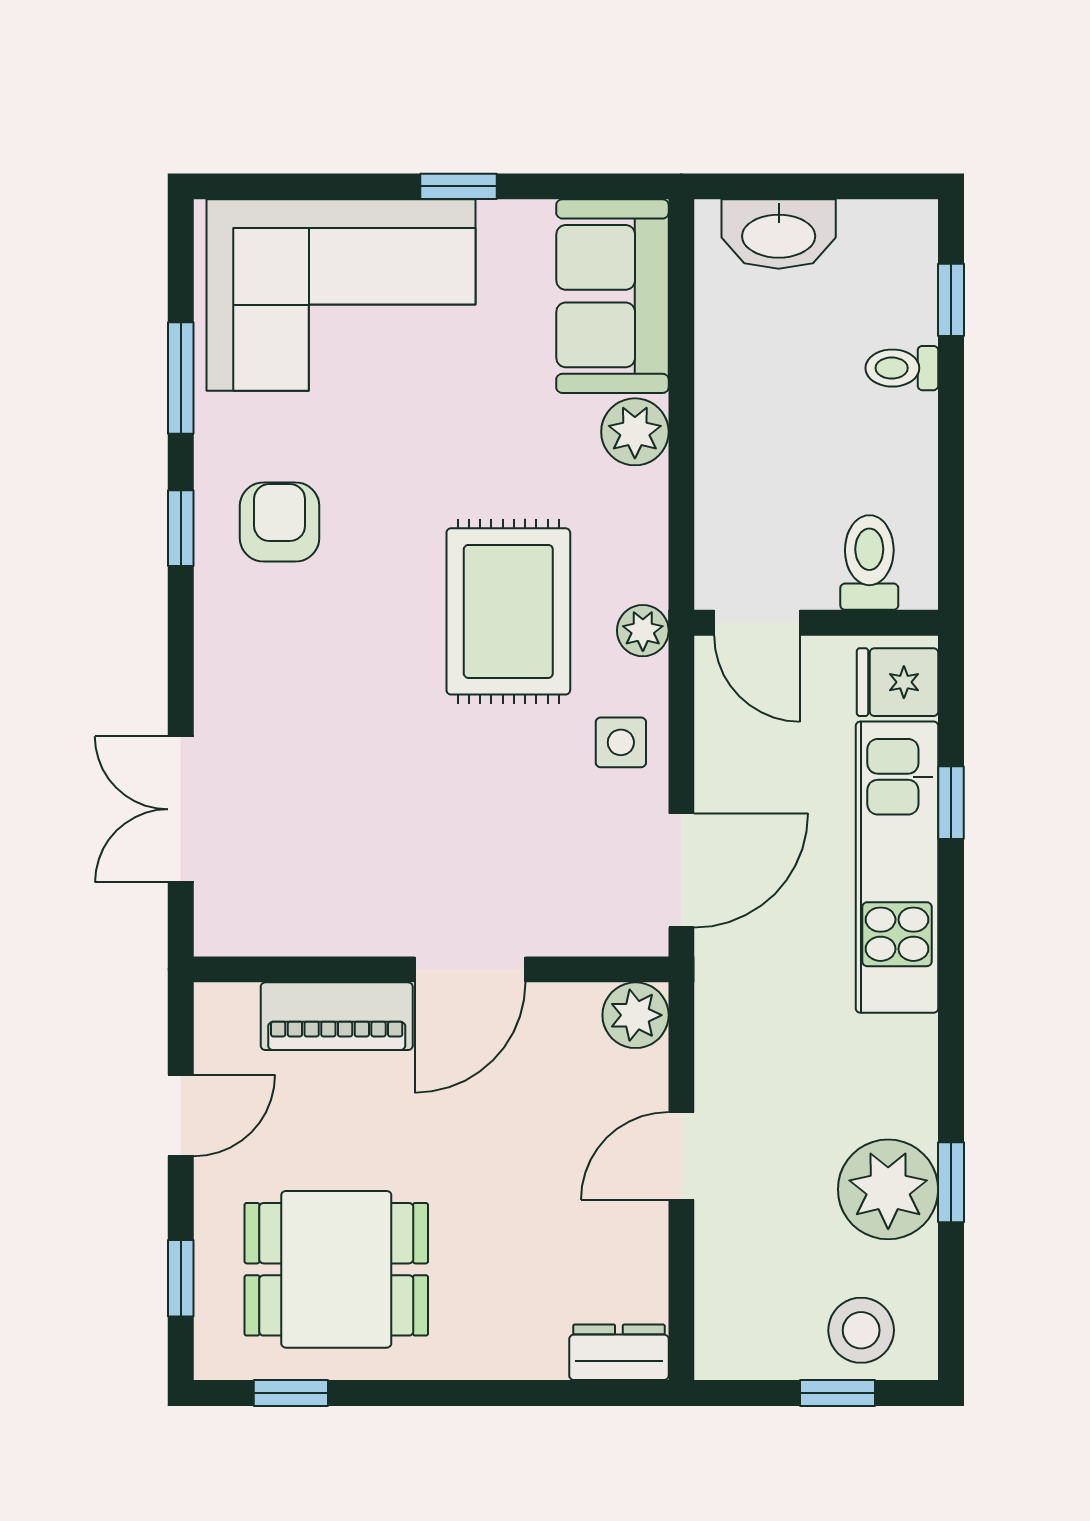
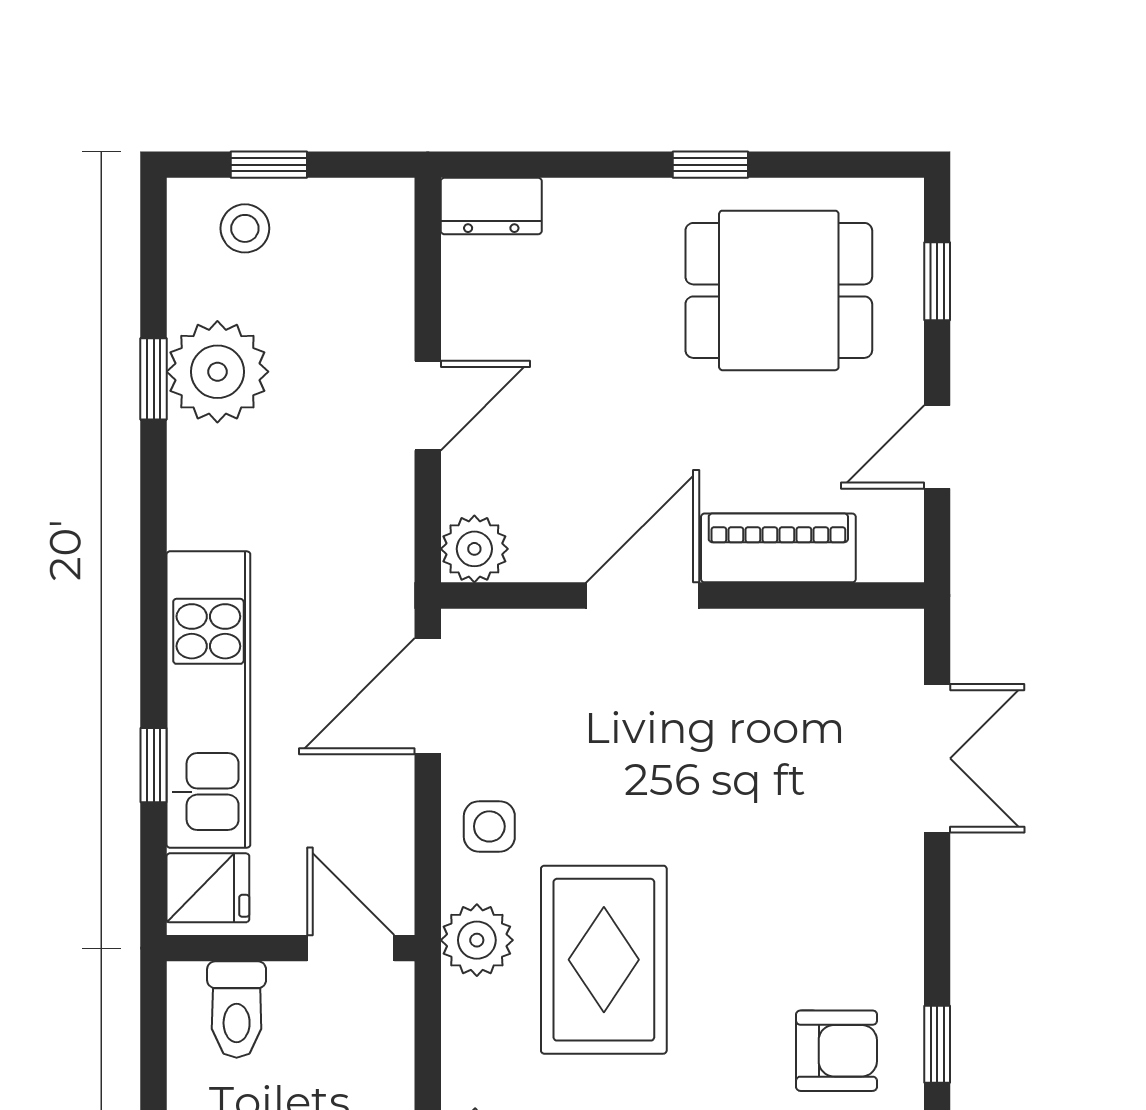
armchair: (280, 522) -> (837, 1051), turned -90
plant: (643, 631) -> (477, 940), width x1.38, depth x1.38
stool: (861, 1330) -> (245, 228), width x0.73, depth x0.73
window: (291, 1393) -> (710, 165), moved

